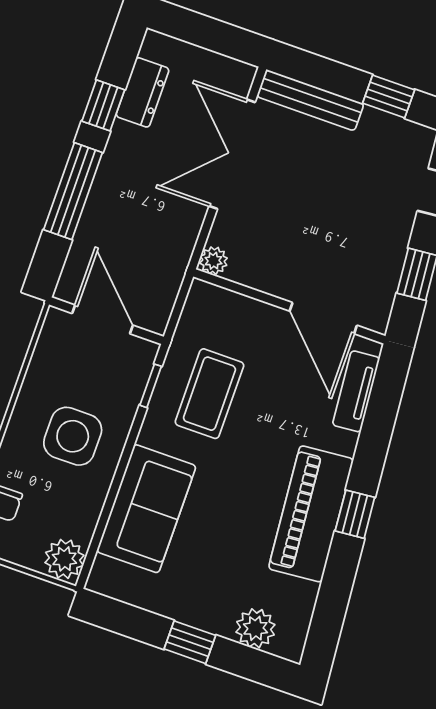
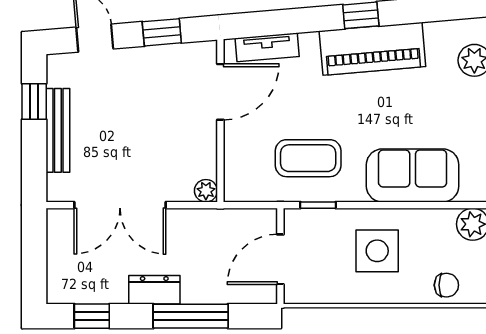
dresser: (142, 92) -> (154, 290), moved
bench: (310, 100) -> (58, 130), moved
window: (103, 105) -> (92, 316), moved

